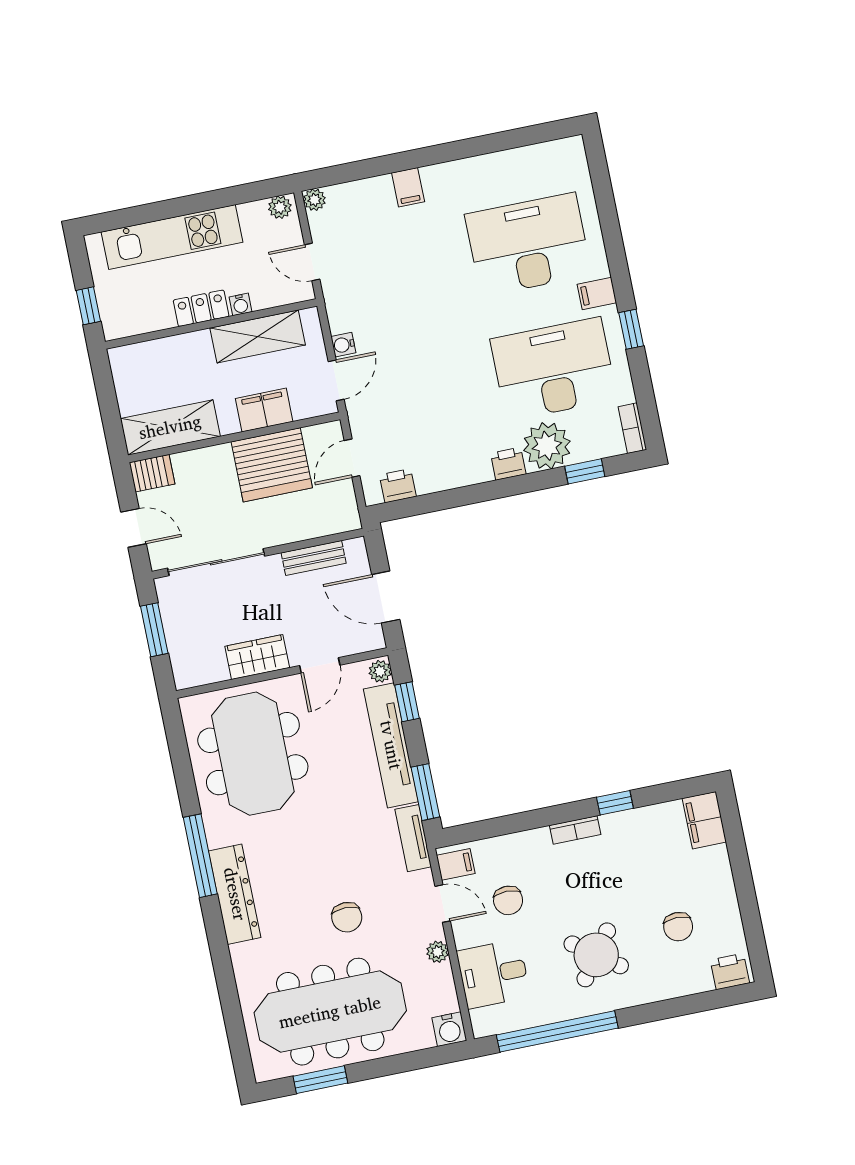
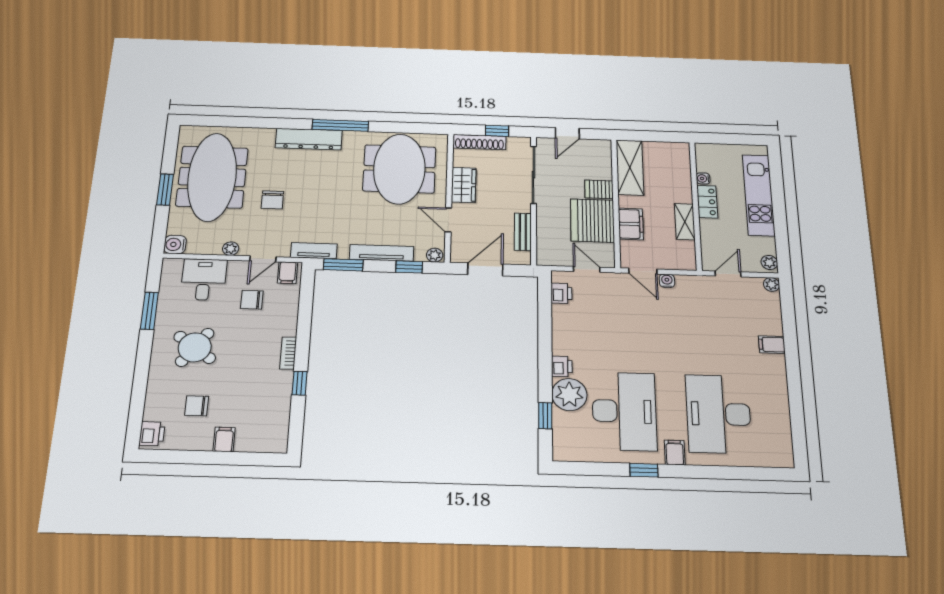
desk: (528, 245) -> (718, 414), turned 180
water cooler: (240, 304) -> (703, 178), moved
window: (88, 306) -> (720, 139), removed
shelving: (258, 336) -> (685, 222), width x0.67, depth x0.75
bookcase: (632, 428) -> (570, 455), removed
server rack: (152, 473) -> (599, 189), moved, turned 90
window: (154, 630) -> (497, 131), width x0.67
shoe rack: (180, 651) -> (479, 142), added
tv unit: (391, 745) -> (382, 253), width x0.73, depth x0.78
meeting table: (253, 754) -> (399, 169), turned 90
filing cabinet: (704, 820) -> (224, 439), moved, width x0.50
chair: (347, 917) -> (272, 200), turned -90
window: (557, 1031) -> (149, 311), width x0.47
window: (320, 1080) -> (165, 190), moved

